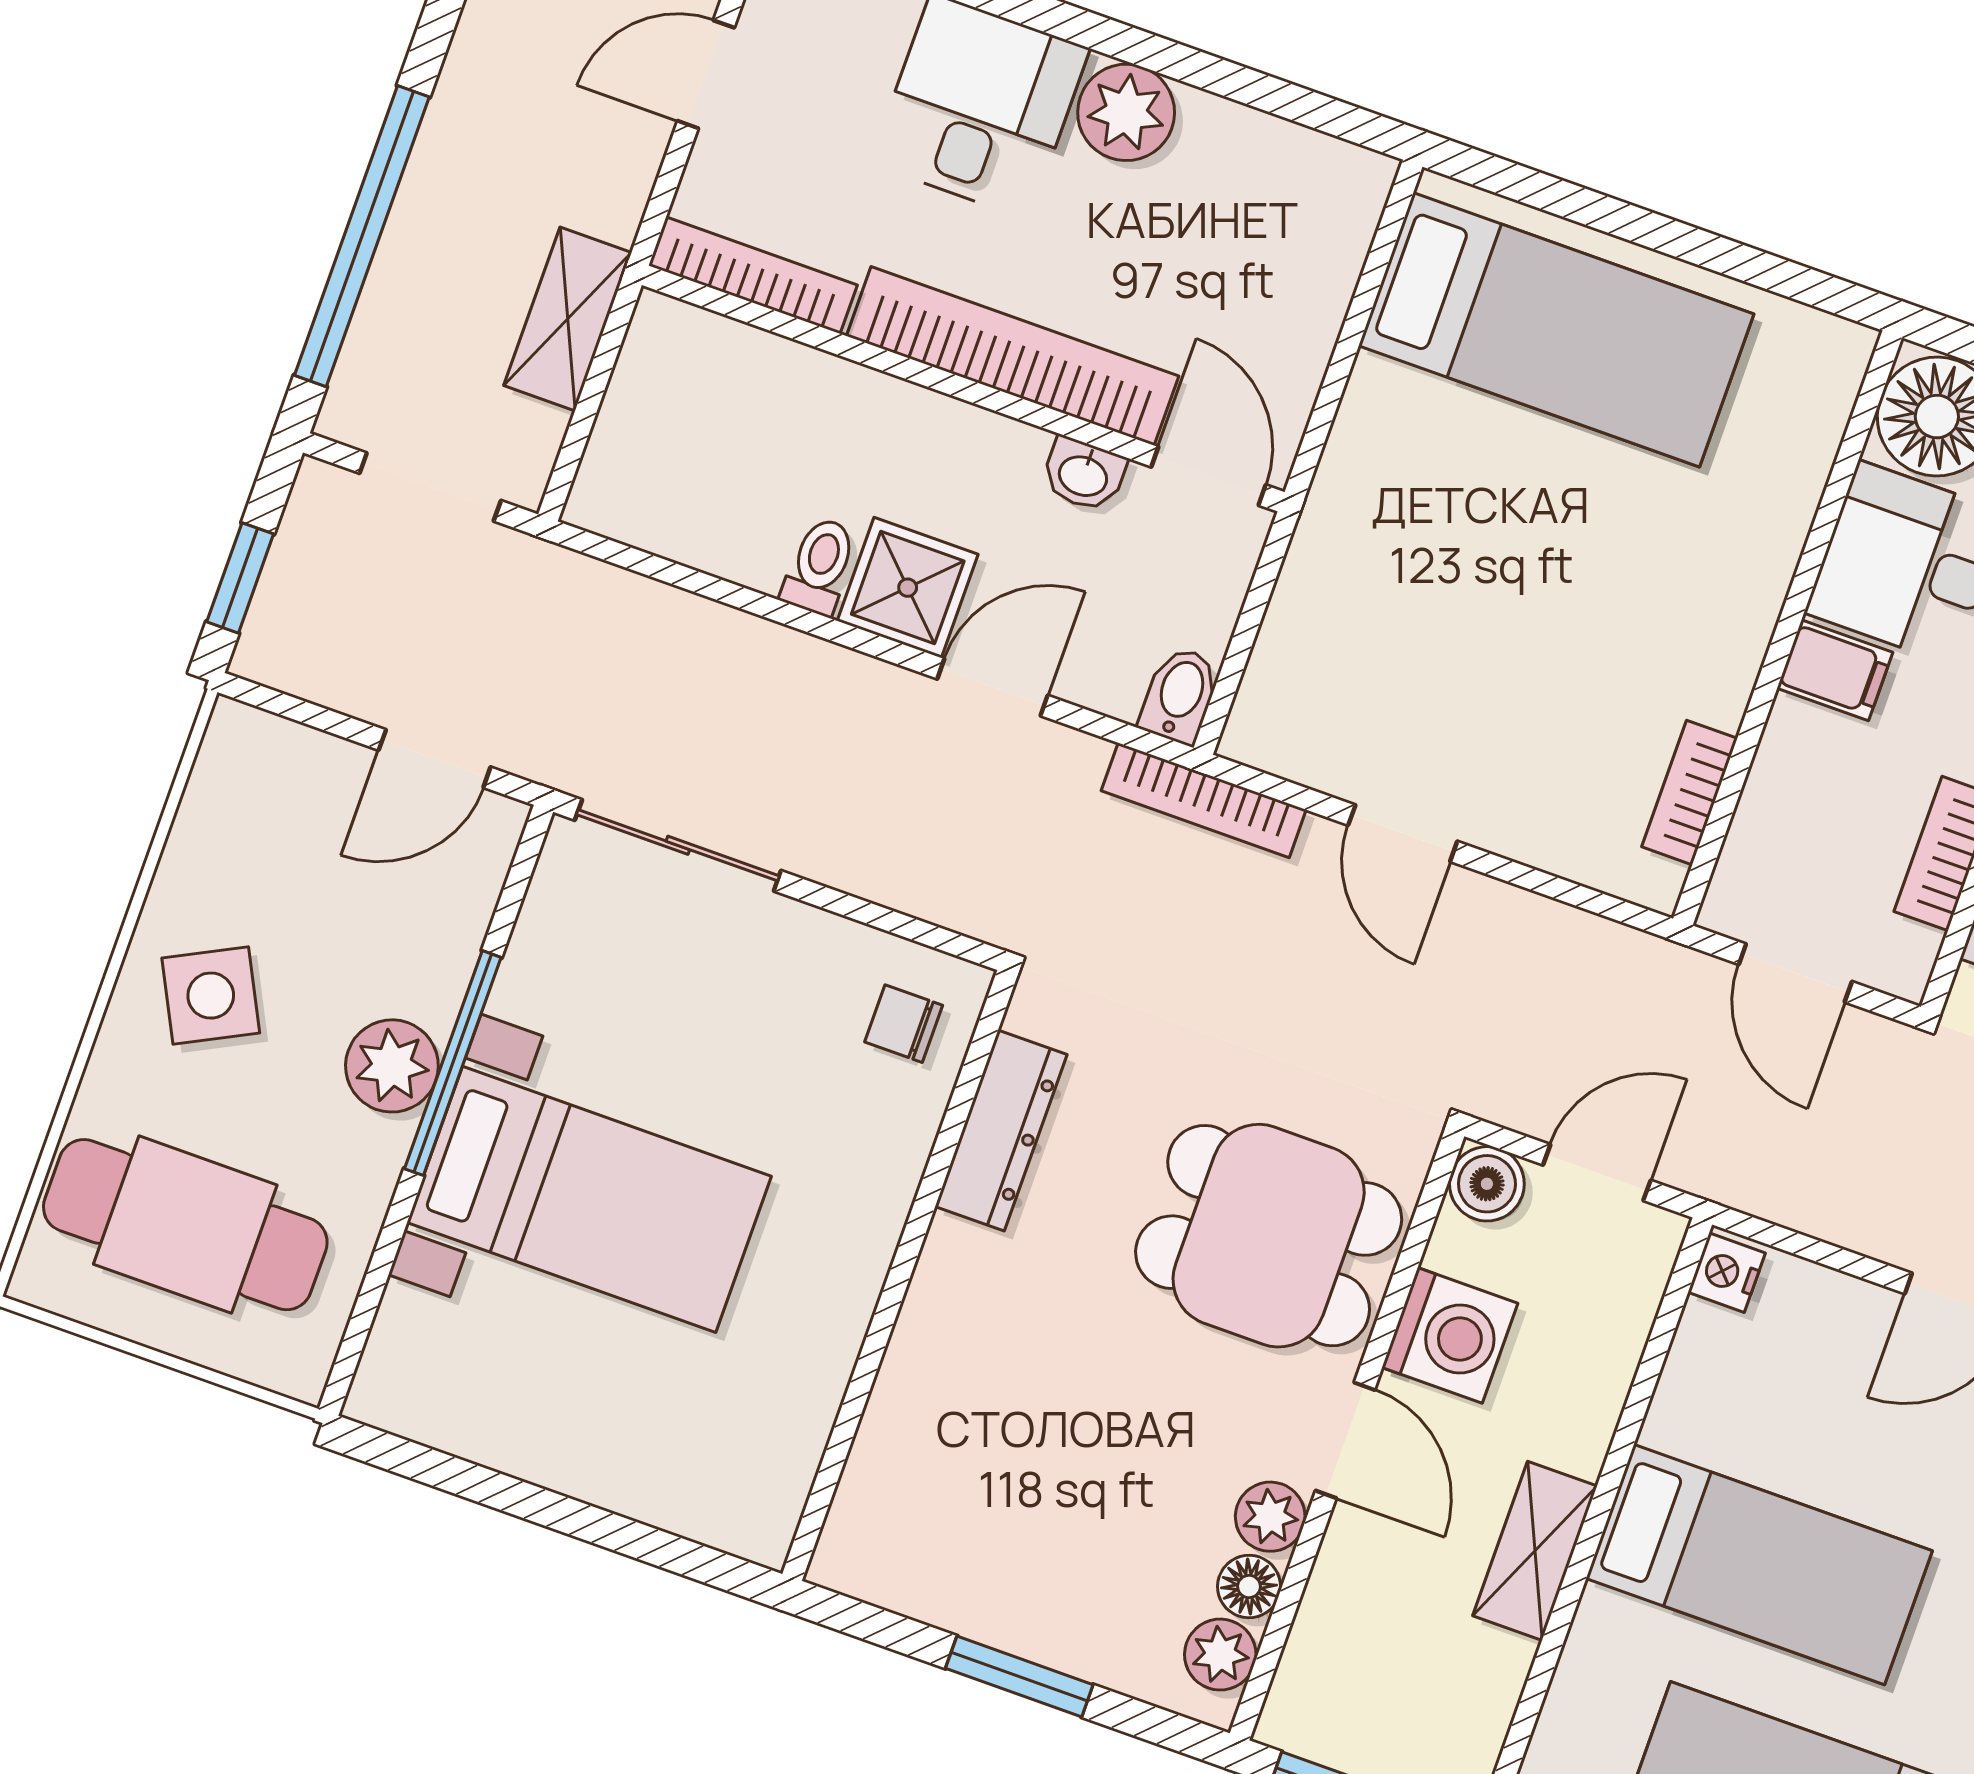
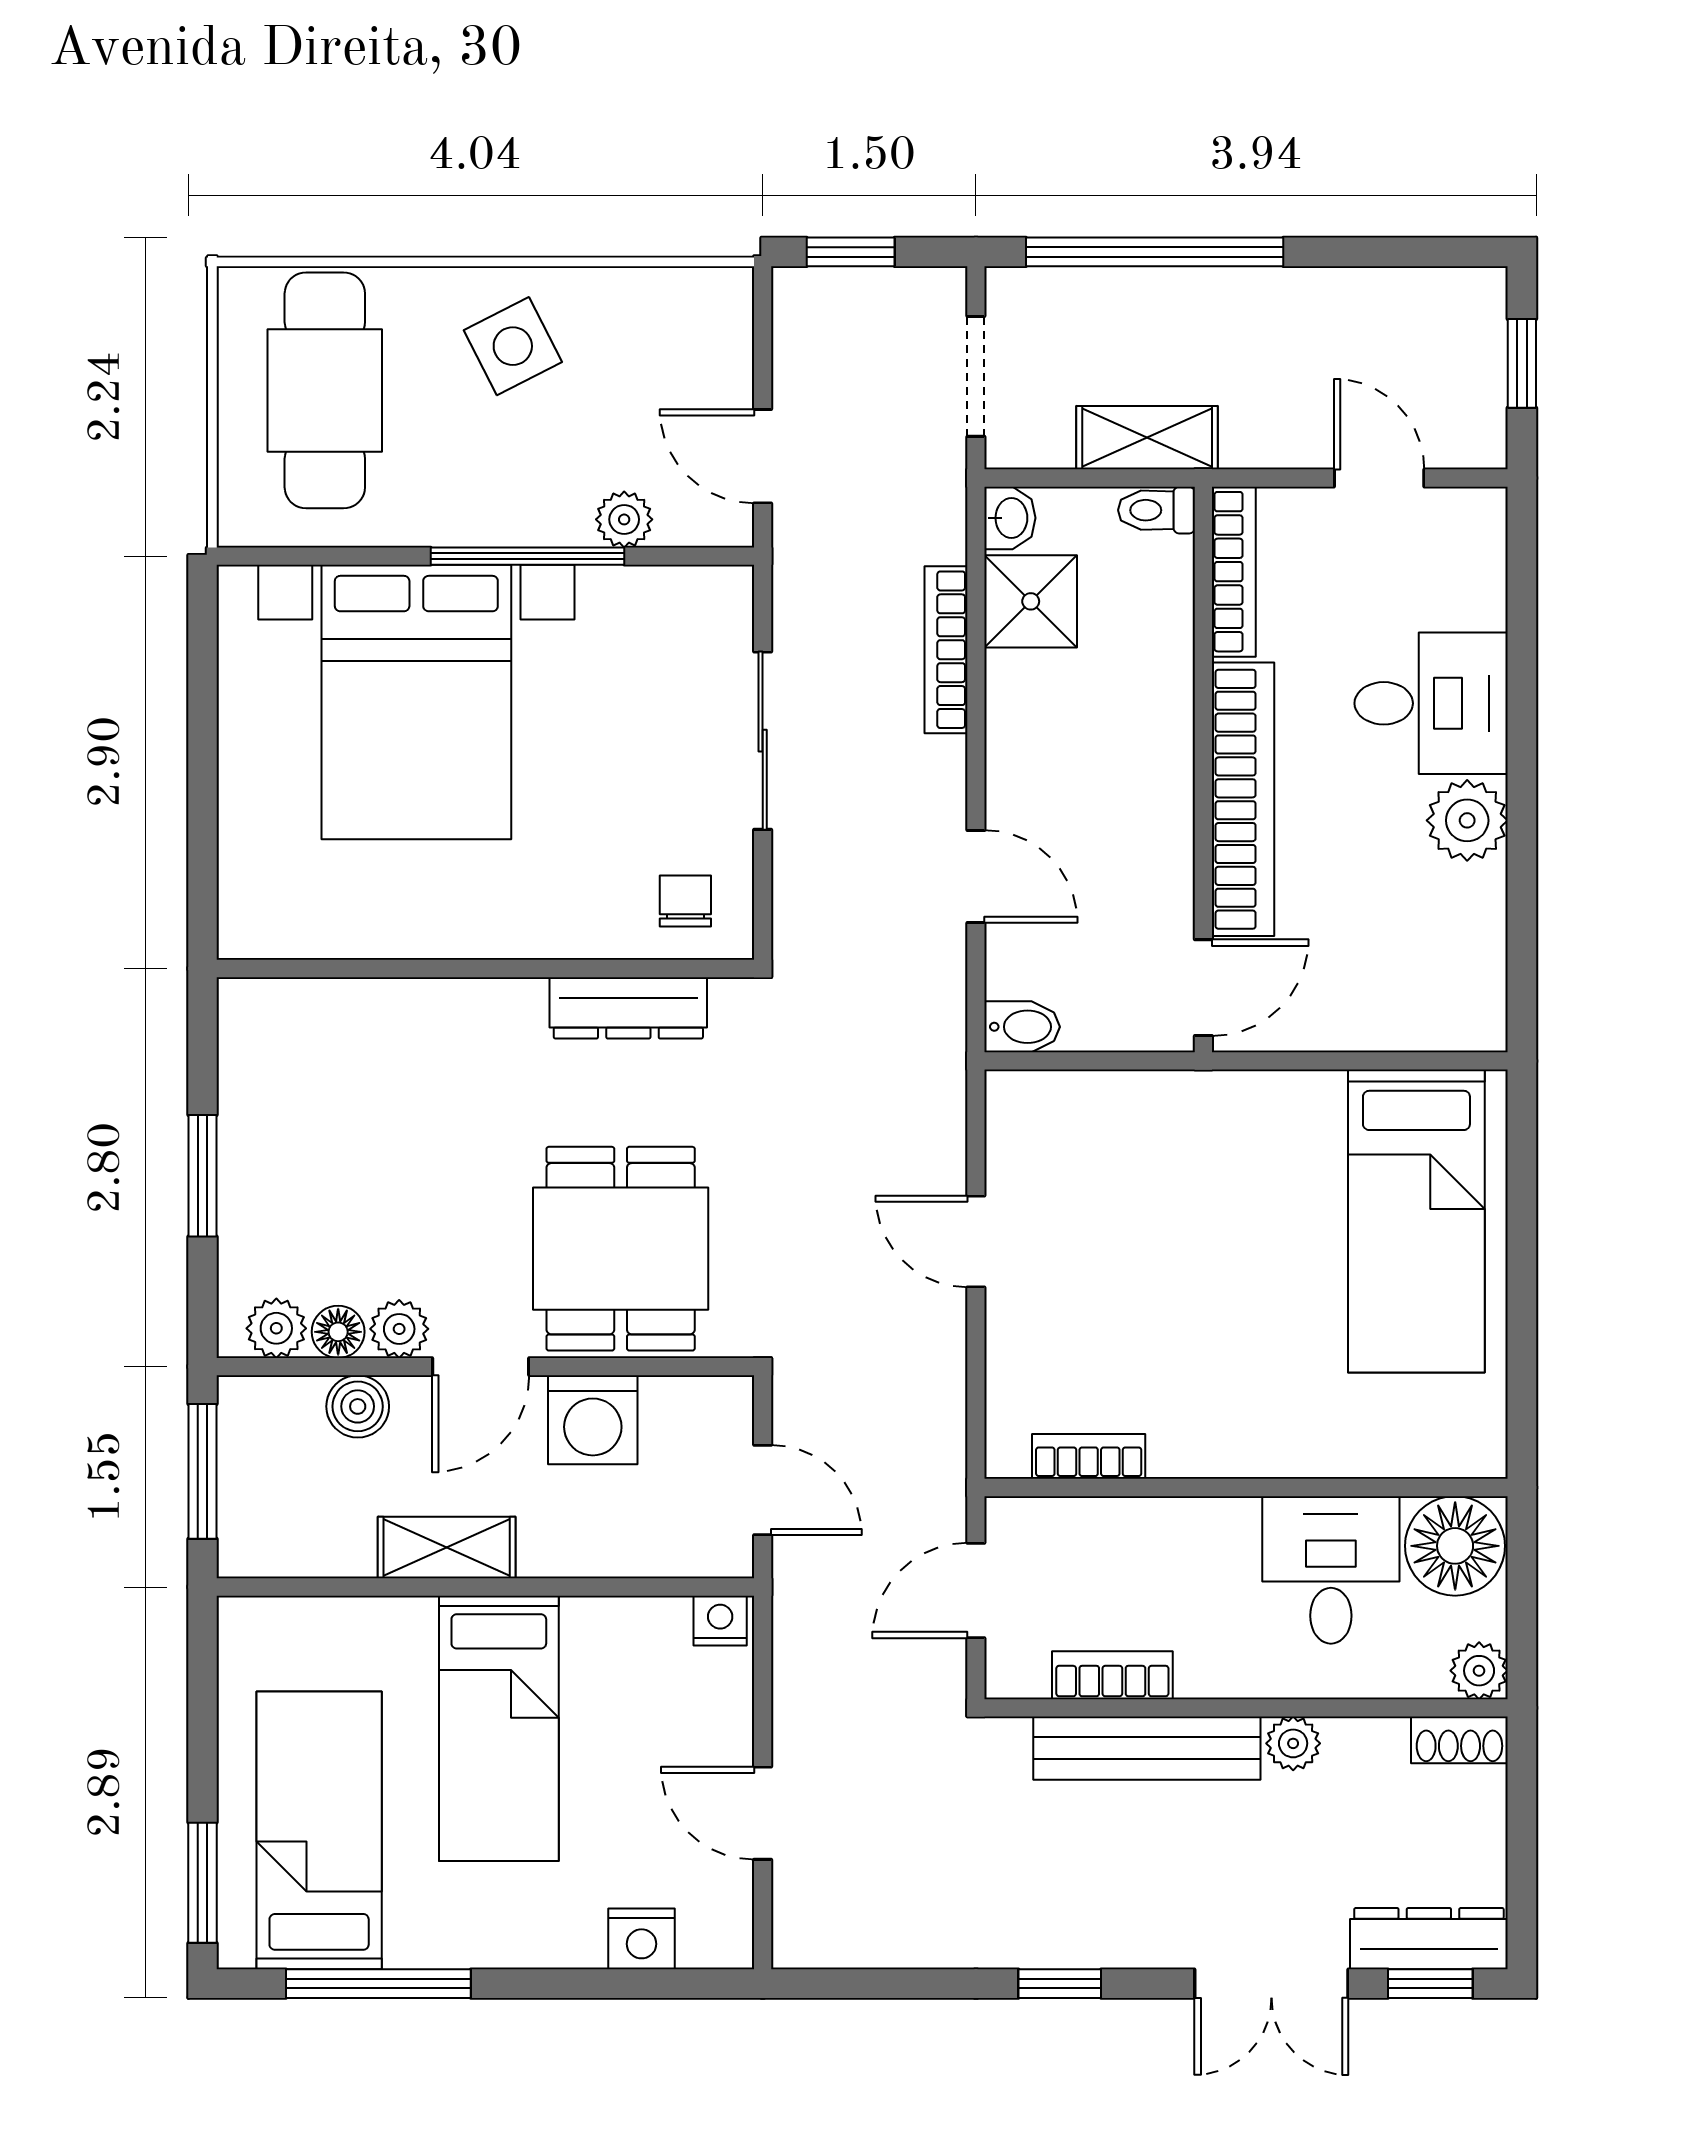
washbasin: (1084, 474) -> (1010, 518), moved, turned 180
toilet: (820, 566) -> (1156, 510), moved, turned 180
shower: (908, 588) -> (1031, 601), moved
filing cabinet: (1835, 670) -> (1226, 1537), removed
bookcase: (1204, 800) -> (946, 650), moved
door: (1403, 833) -> (976, 1241), hinge flipped
sliding door: (678, 845) -> (763, 741), moved
plant: (392, 1066) -> (624, 519), moved, width x0.73, depth x0.73
boiler: (1487, 1184) -> (358, 1406), moved
bed with nightstands: (589, 1199) -> (416, 702), width x1.36

